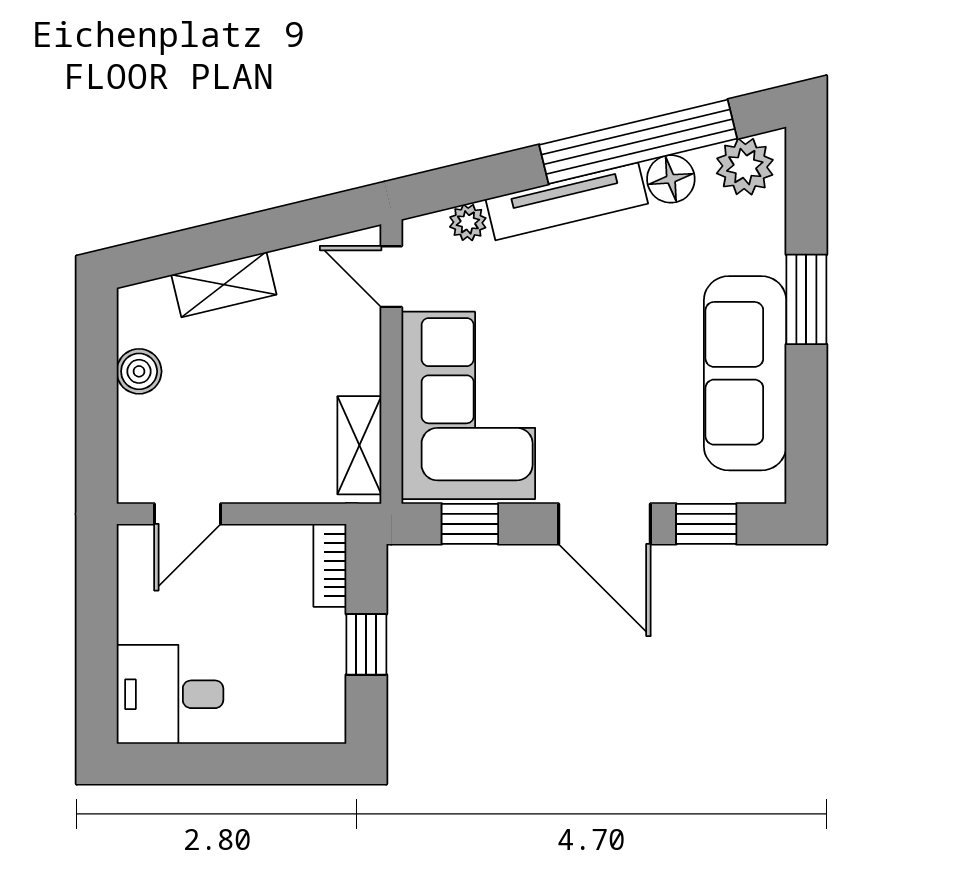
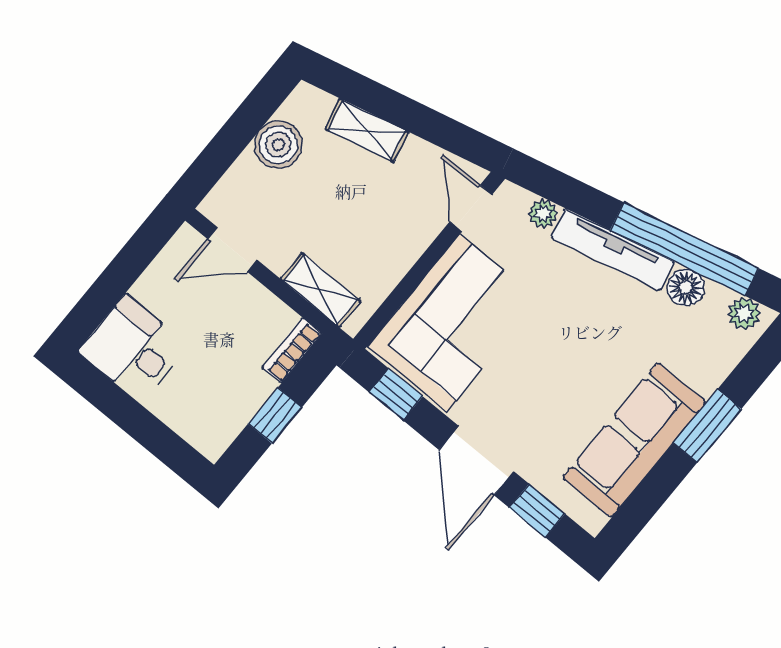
plant: (745, 167) -> (744, 314), width x0.73, depth x0.73
boiler: (139, 371) -> (278, 145), width x1.36, depth x1.36
shelving: (359, 445) -> (321, 290), moved, turned 90

